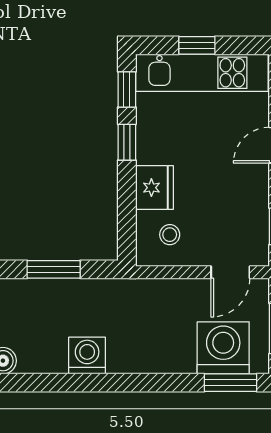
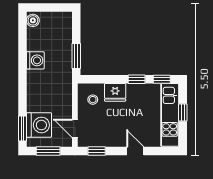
window: (54, 269) -> (76, 56), moved

